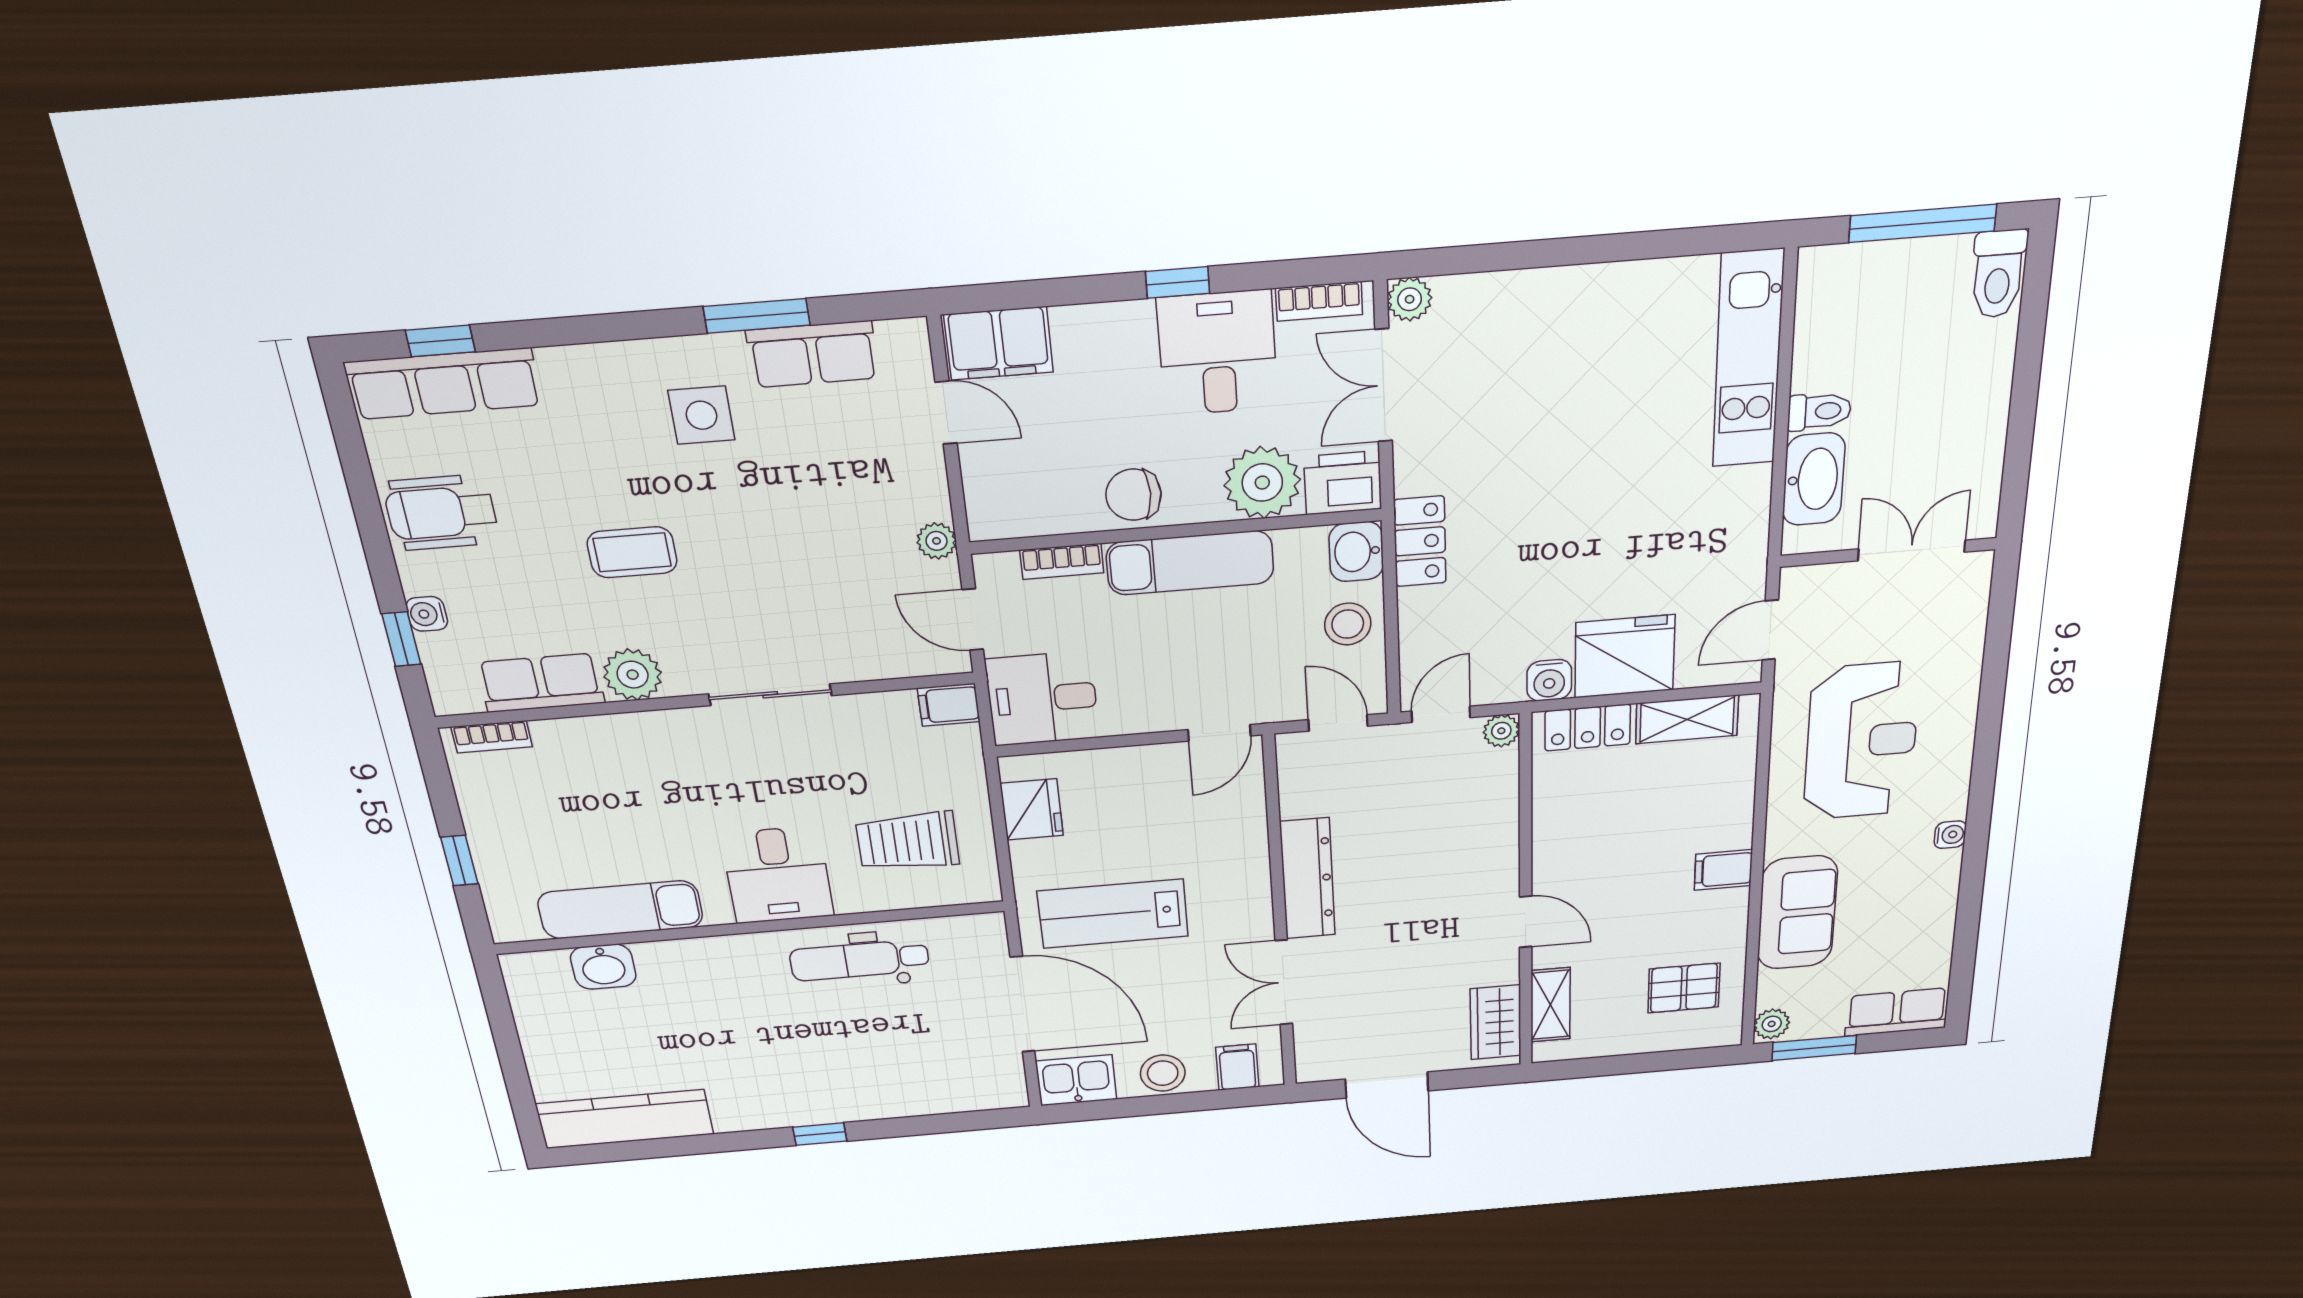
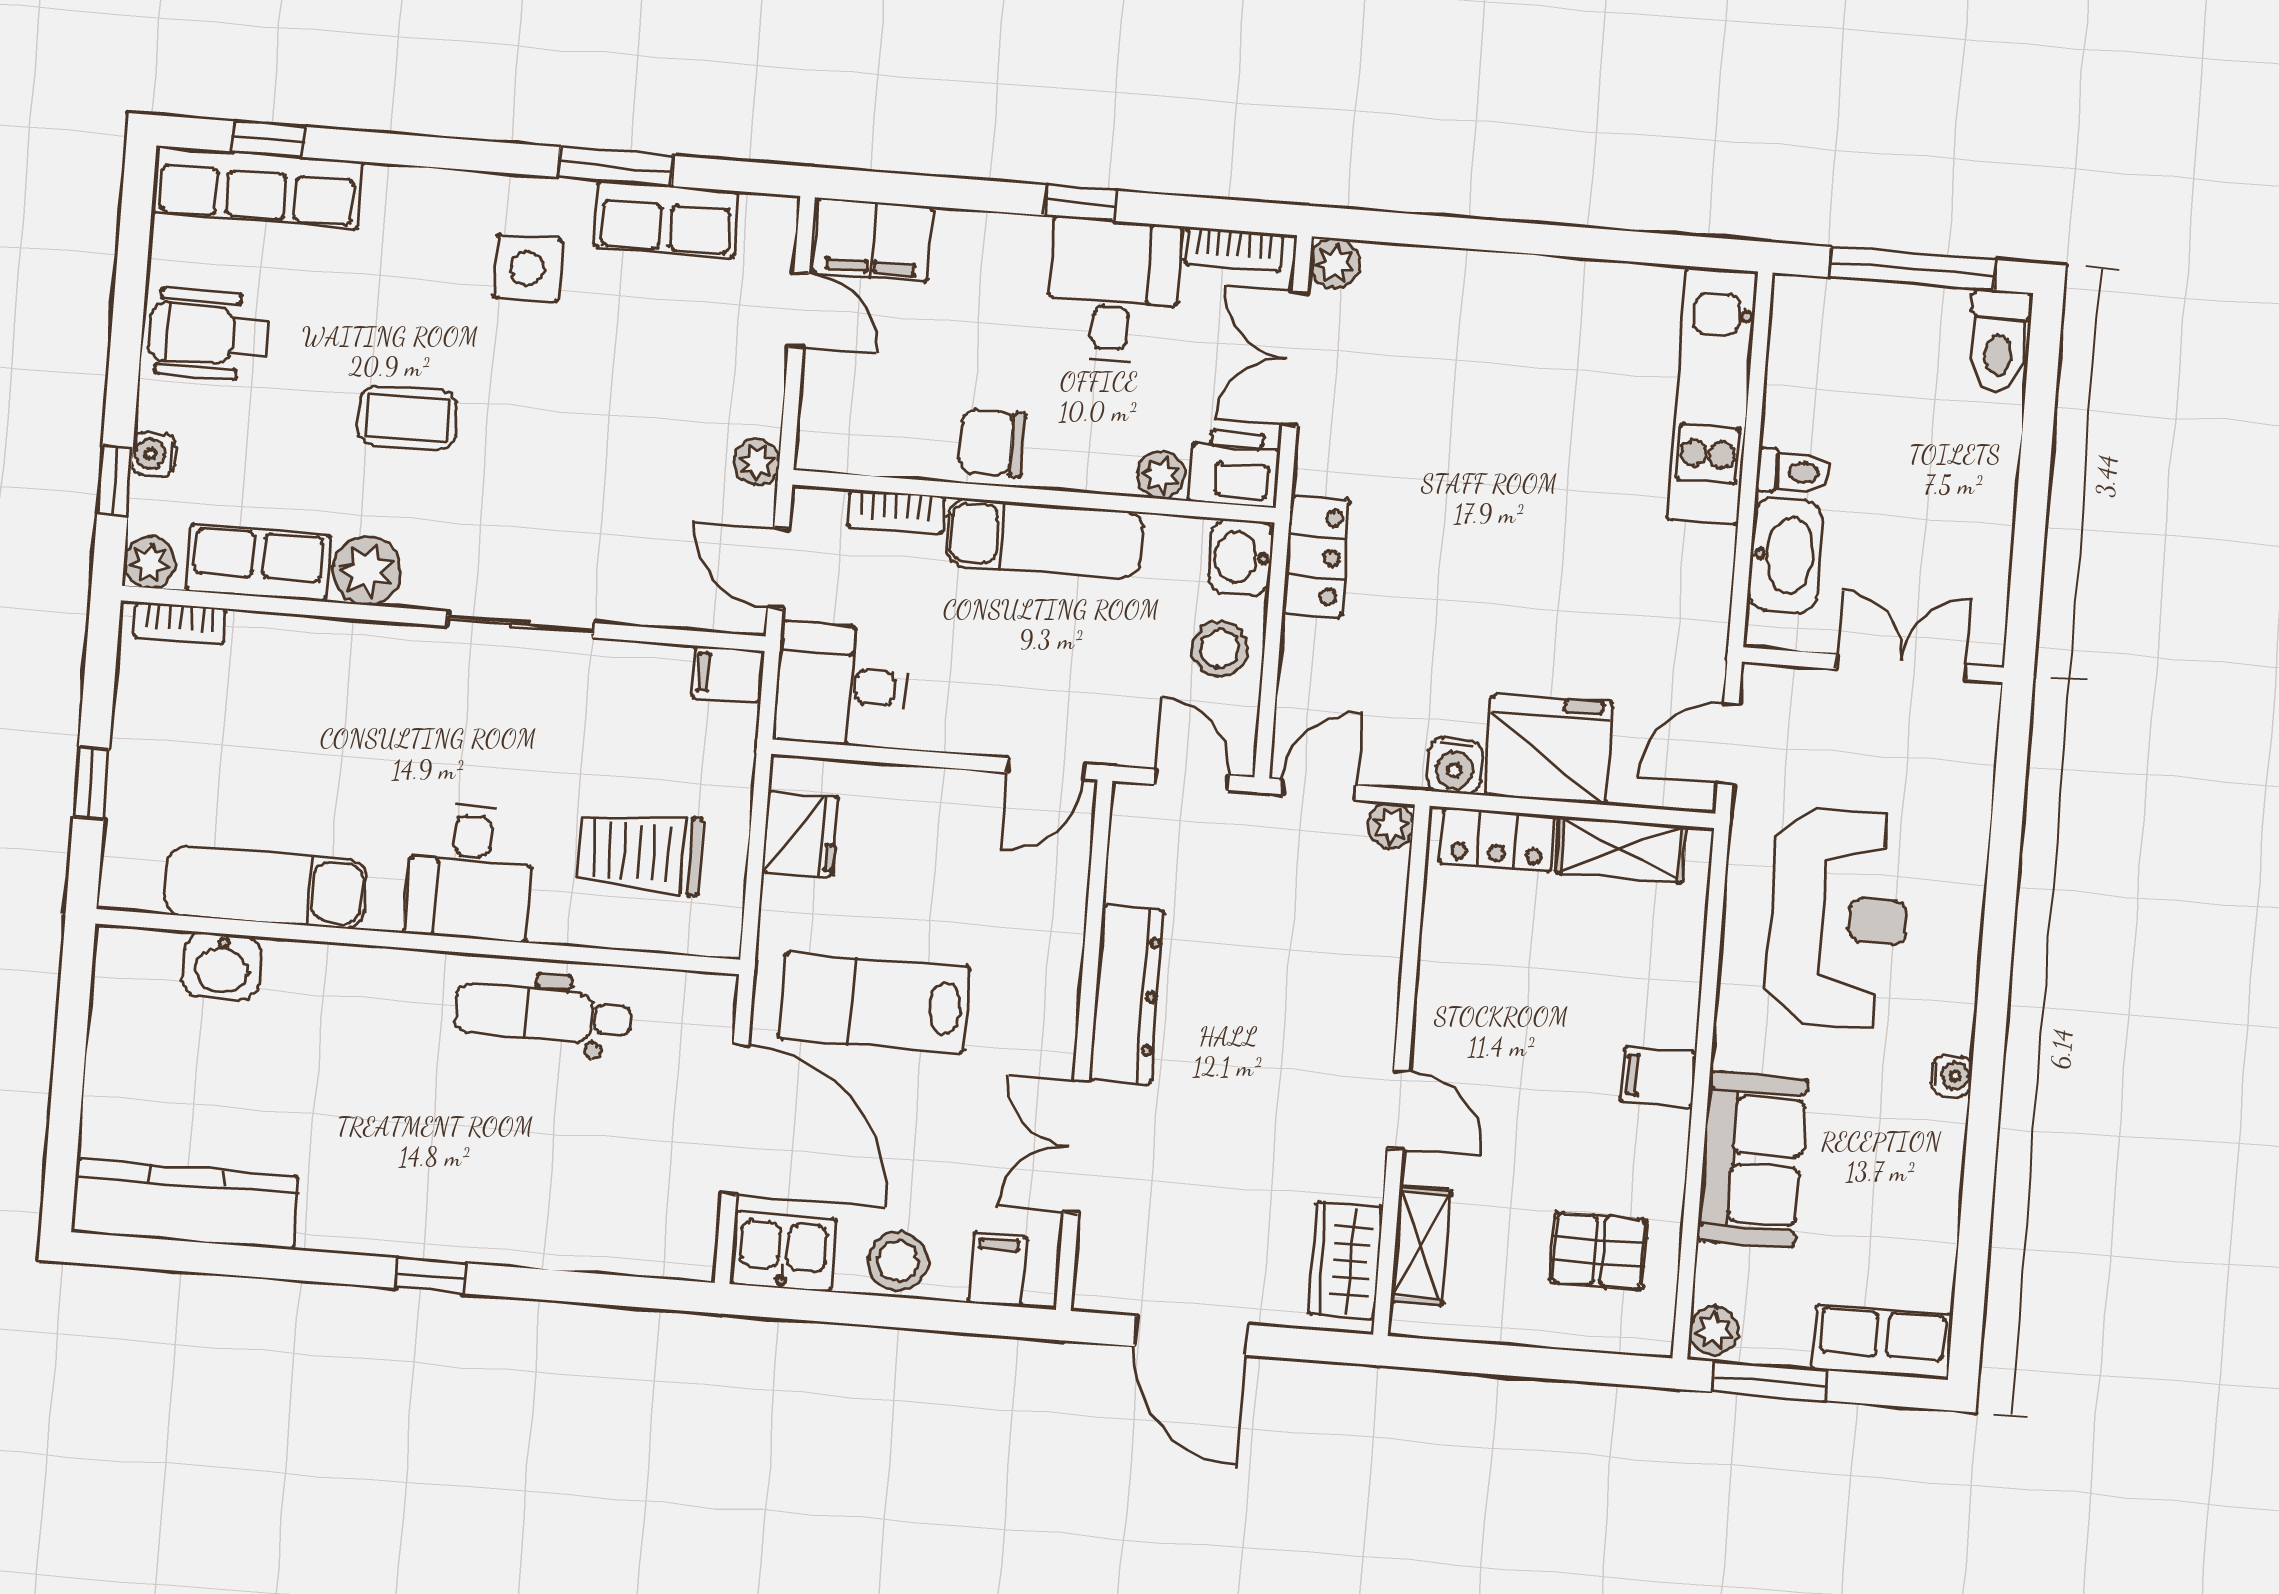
plant: (1262, 483) -> (1161, 475), width x0.53, depth x0.53
plant: (451, 696) -> (149, 562), added

